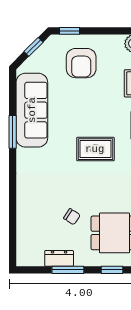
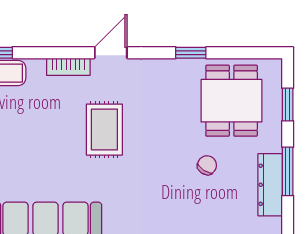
dresser: (59, 258) -> (270, 185), width x1.44

